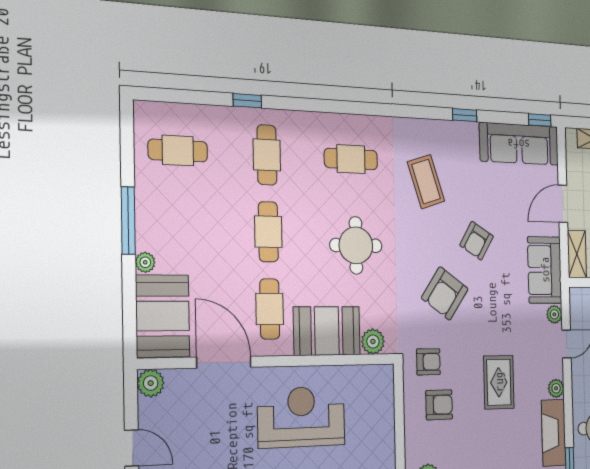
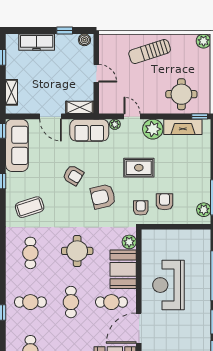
coffee table: (426, 182) -> (30, 207), moved
cafe table: (268, 232) -> (71, 302), turned 90
armchair: (445, 293) -> (103, 197), turned 132
rug: (499, 382) -> (139, 168), moved
plant: (556, 388) -> (153, 129), width x1.88, depth x1.88

